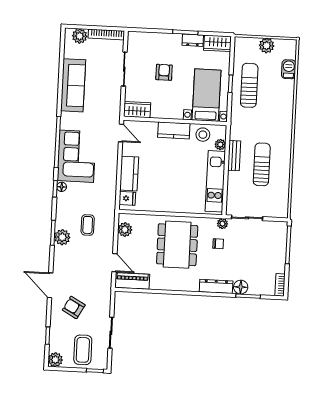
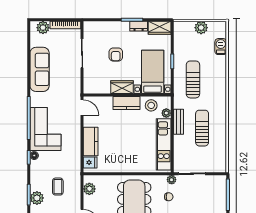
armchair: (164, 72) -> (116, 54), turned 180
sun lounger: (249, 85) -> (193, 79), moved
wardrobe: (137, 110) -> (122, 87), moved

